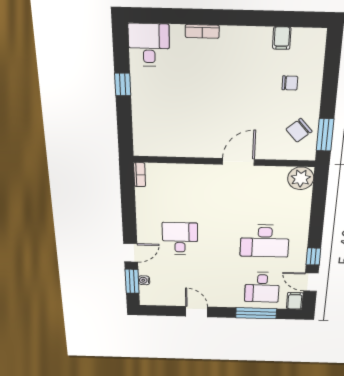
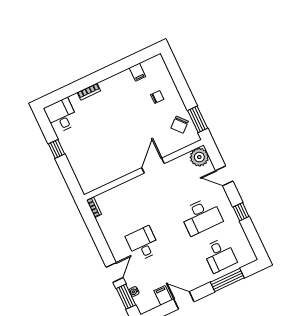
door: (311, 282) -> (224, 176), moved
filing cabinet: (295, 301) -> (163, 295), moved

